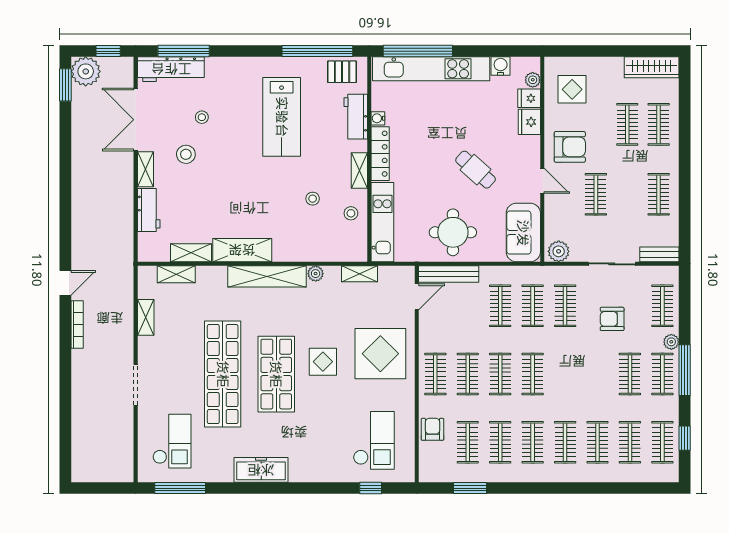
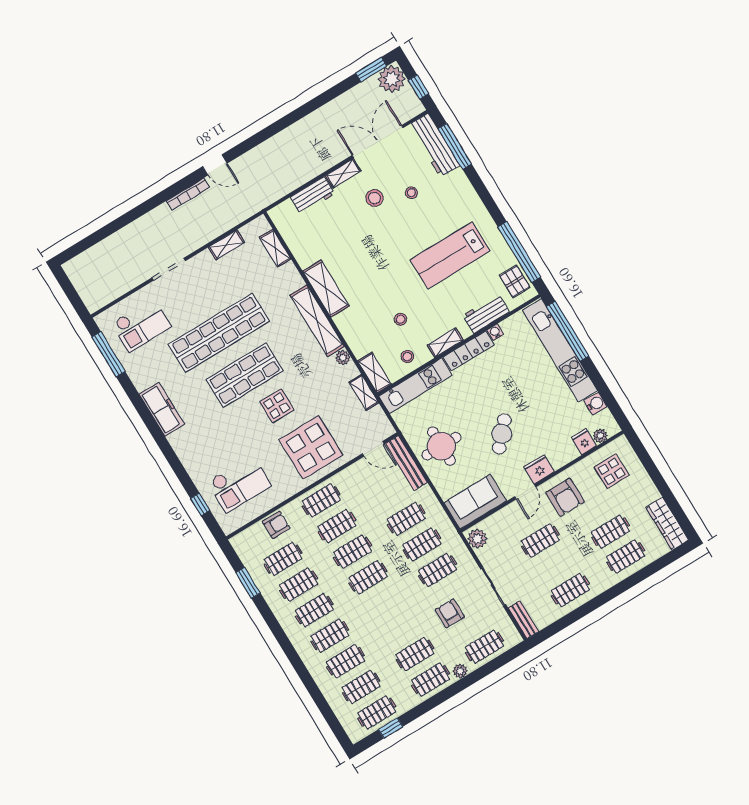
fridge: (529, 122) -> (539, 469), moved
shelving: (191, 253) -> (374, 373), moved
window: (685, 370) -> (444, 695), removed

